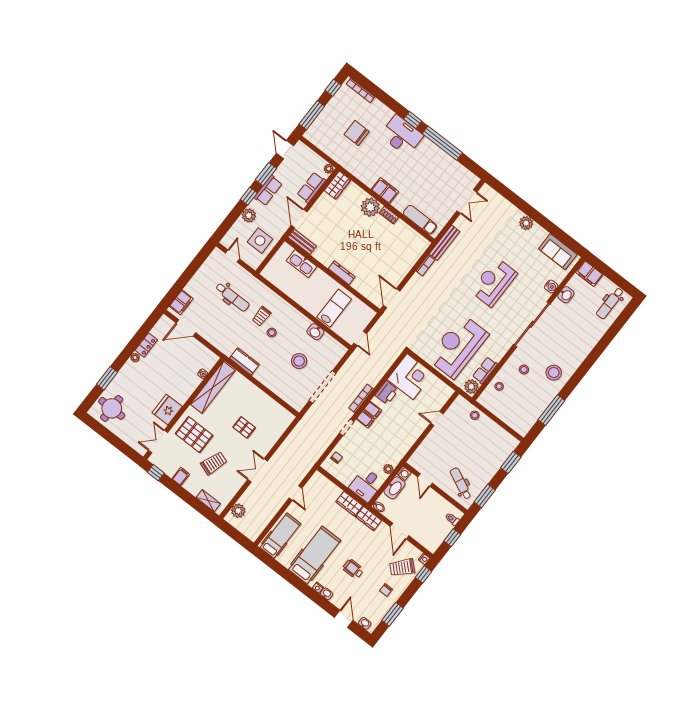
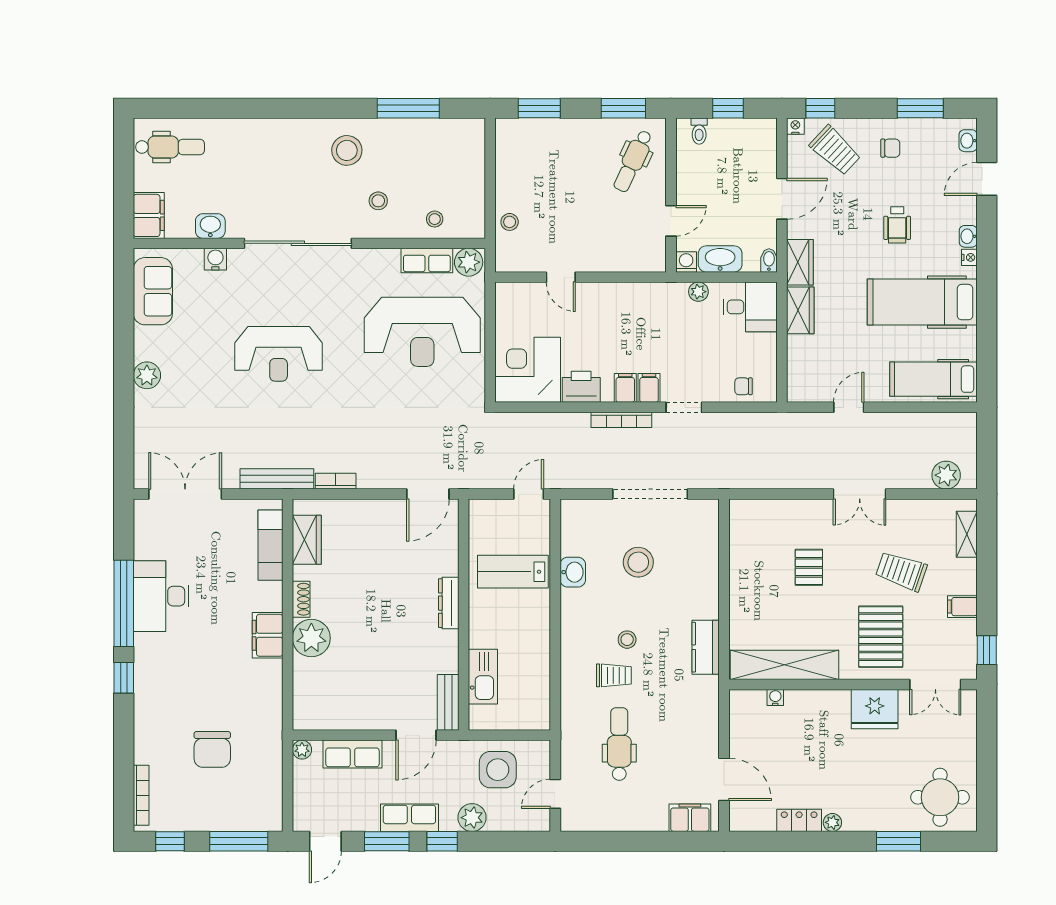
desk: (402, 135) -> (161, 596), moved
wardrobe: (337, 185) -> (307, 540), moved, turned 90
double door: (467, 201) -> (185, 494), width x1.37

